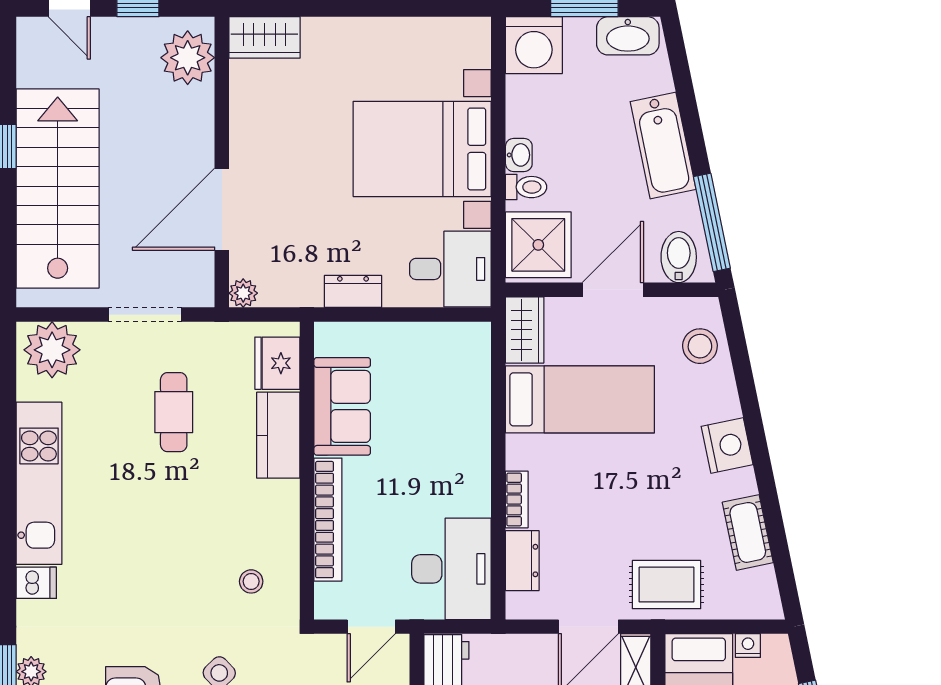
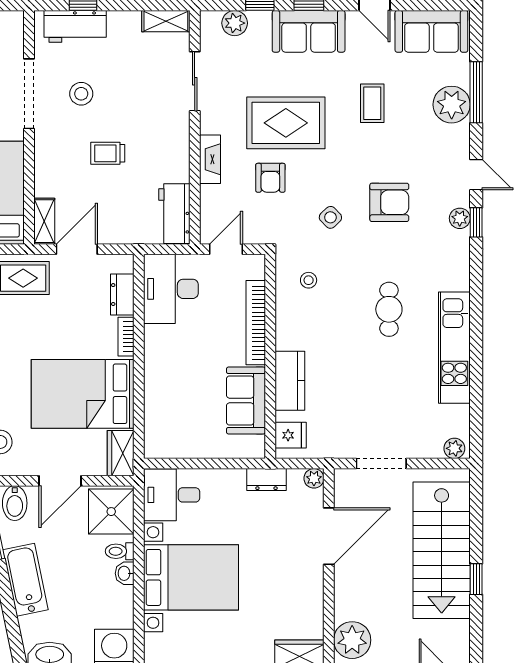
dresser: (353, 291) -> (266, 480), moved
plant: (52, 350) -> (454, 448), width x0.53, depth x0.53
fridge: (277, 363) -> (291, 435), width x0.72
bed: (580, 399) -> (83, 394), width x1.50
cafe table: (174, 412) -> (389, 309), moved
dishwasher: (36, 583) -> (456, 279), removed

